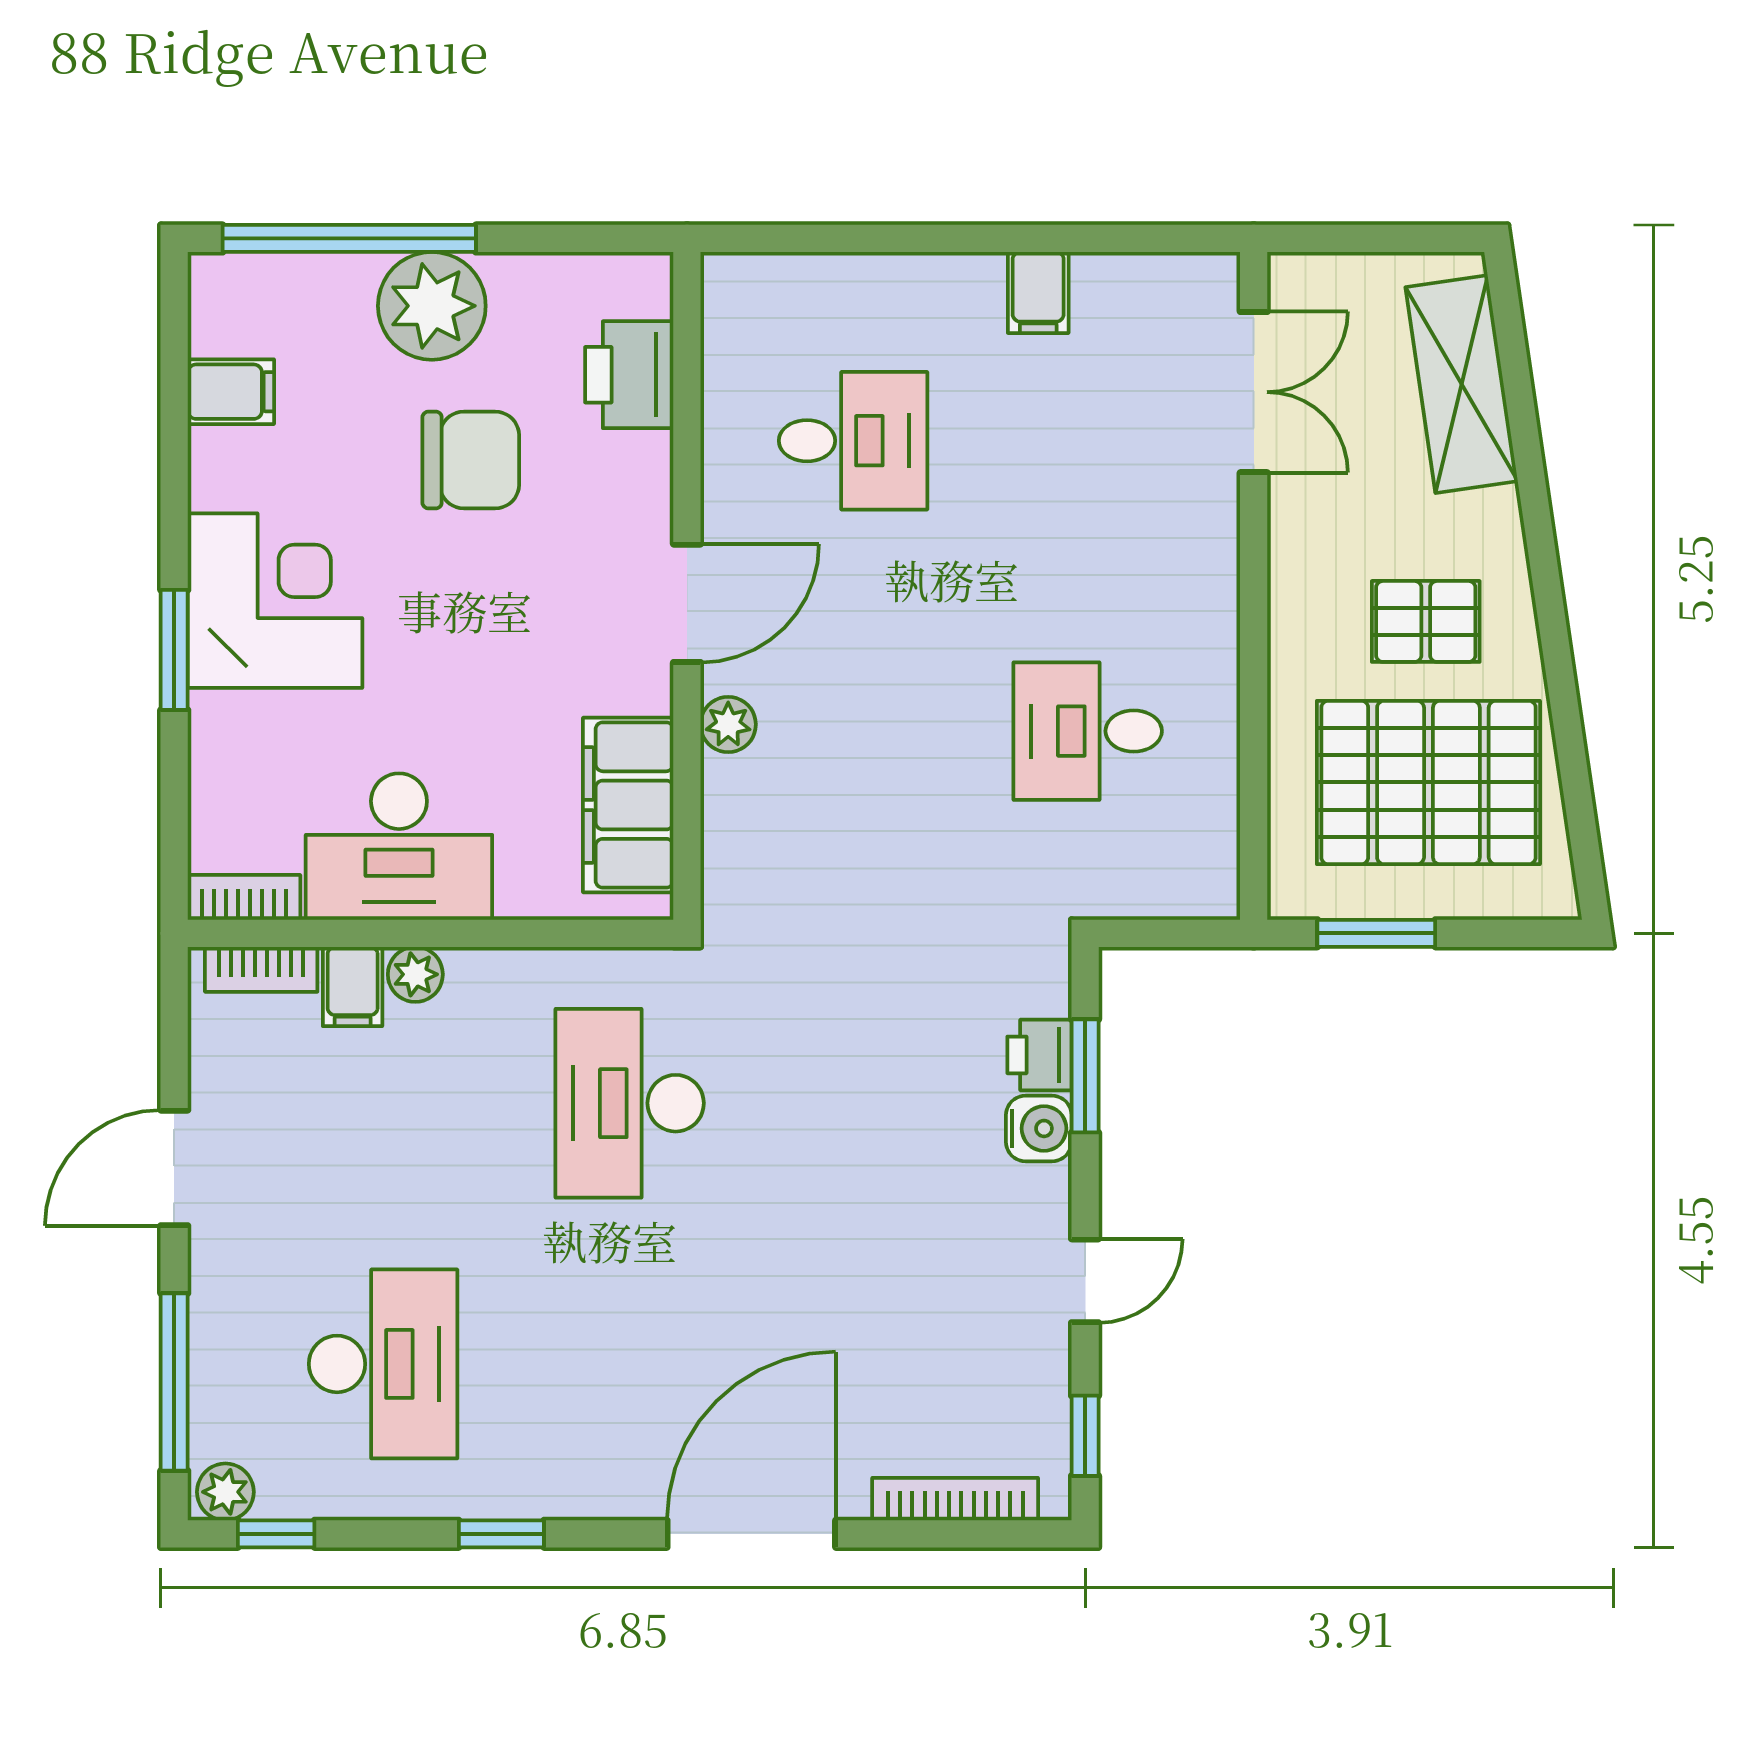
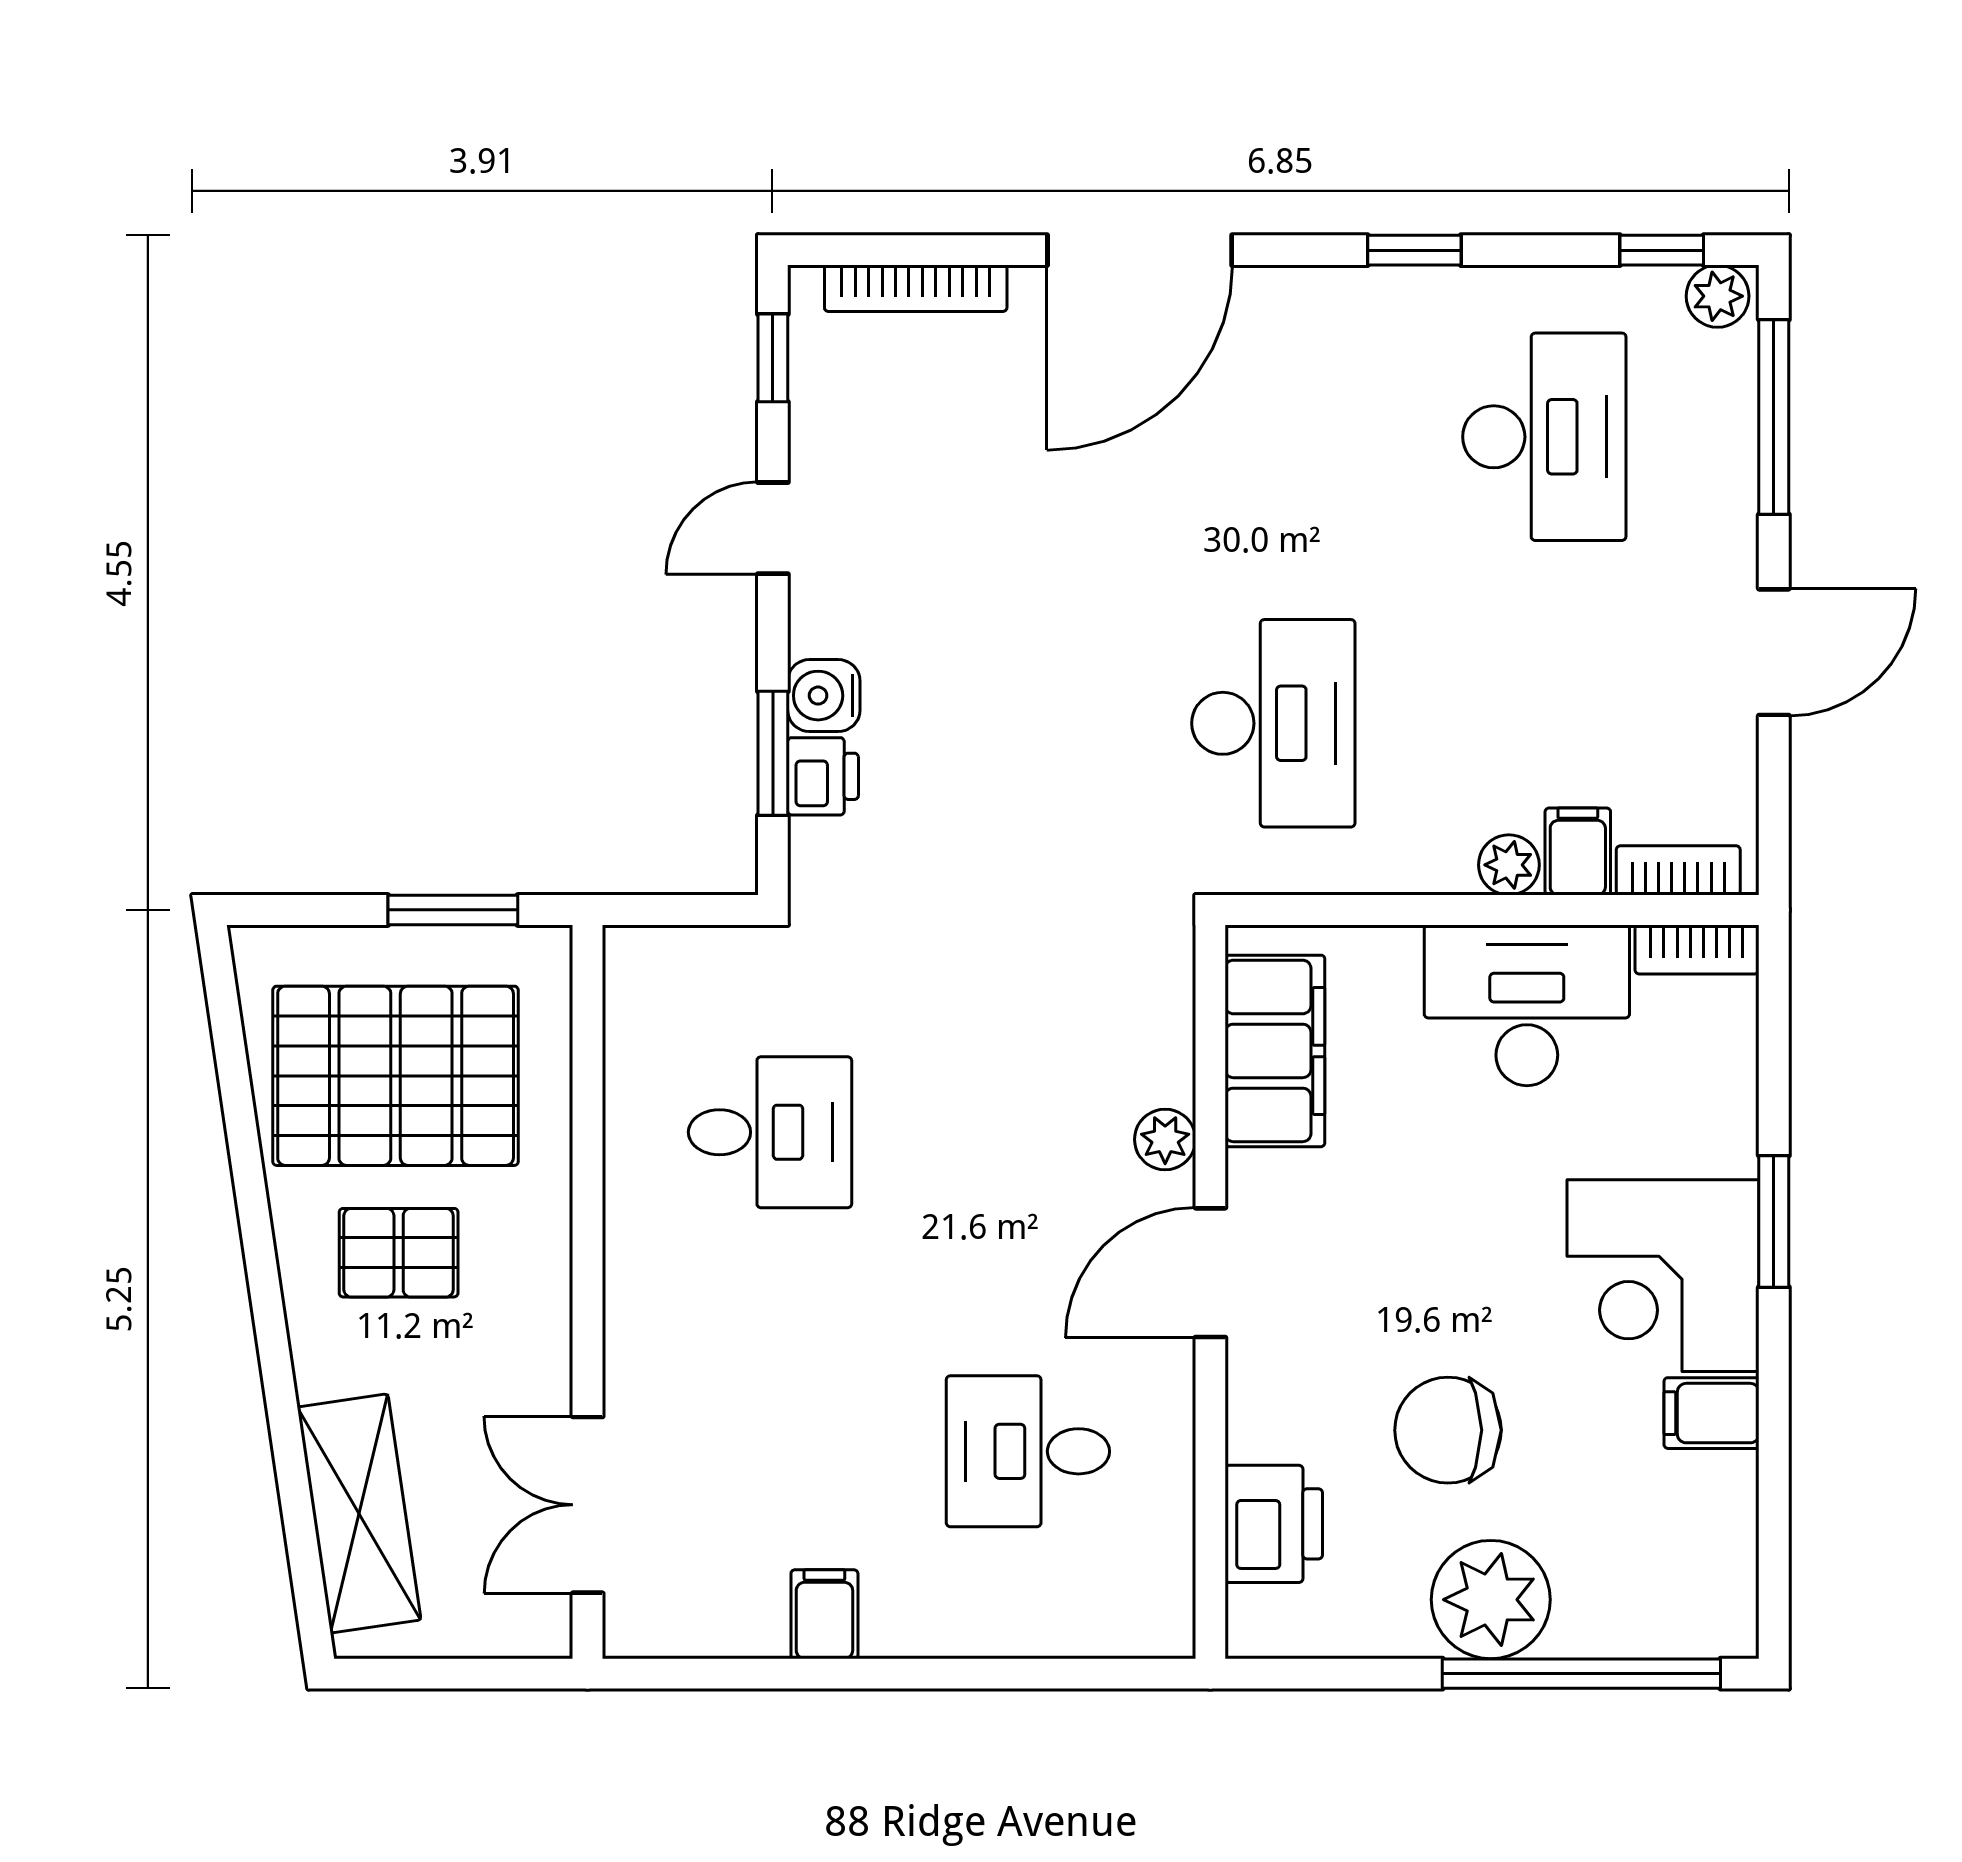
filing cabinet: (231, 392) -> (1712, 1413), moved
desk: (383, 1364) -> (1544, 437), turned 180

